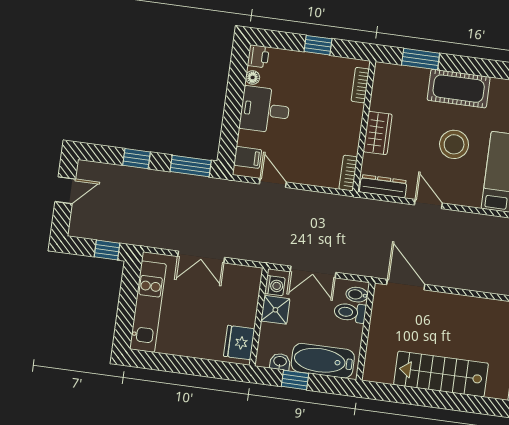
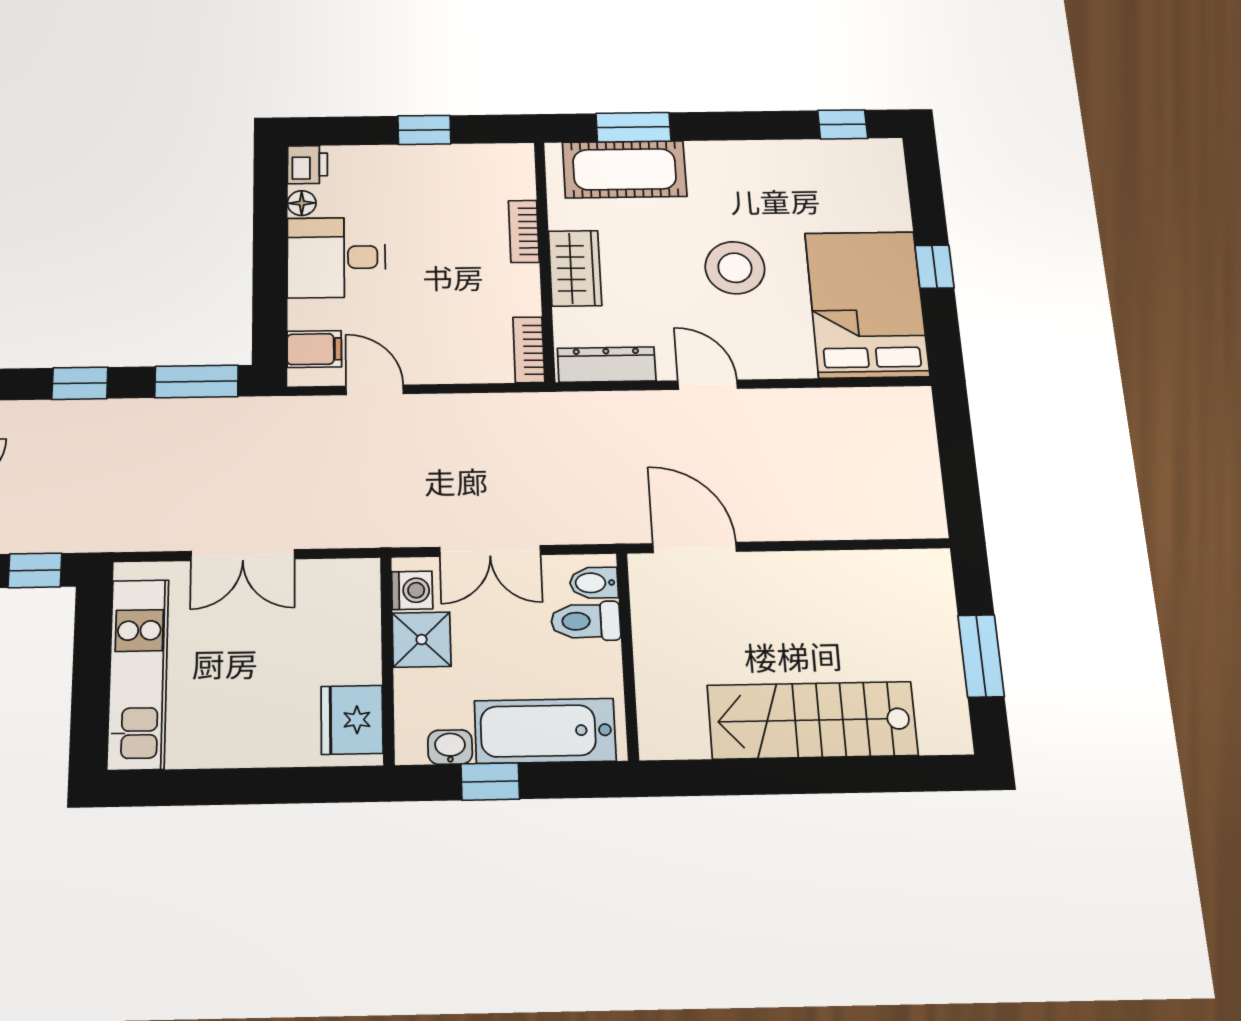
bookcase: (360, 85) -> (524, 231), moved
cot: (459, 89) -> (625, 169), moved

